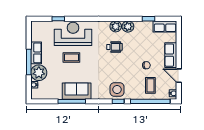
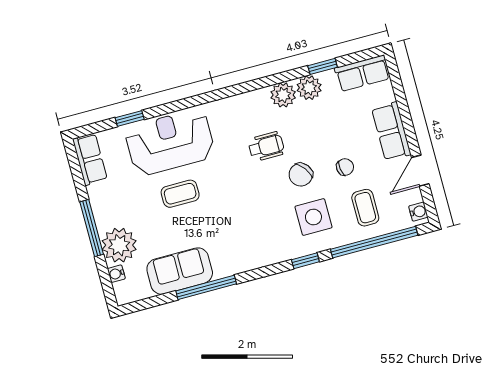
plant: (116, 26) -> (309, 88), moved
row of seats: (36, 53) -> (90, 159), moved
chair: (126, 63) -> (301, 175), added
door: (179, 76) -> (420, 171), hinge flipped
side table: (117, 90) -> (313, 217), moved
sofa: (77, 91) -> (180, 271), moved

